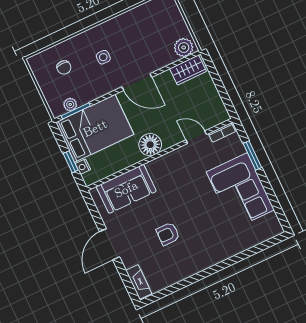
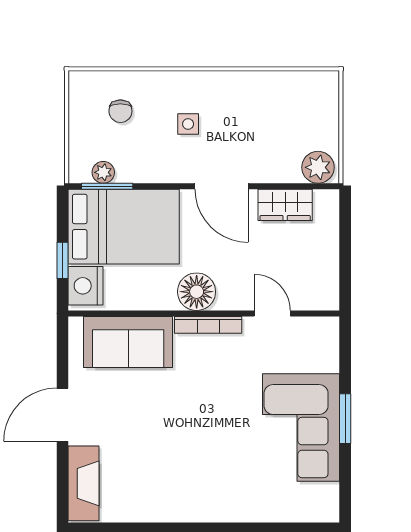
wardrobe: (188, 70) -> (285, 205), moved
bookcase: (222, 132) -> (208, 325), moved, width x1.56
window: (252, 155) -> (345, 419), moved
nightstand: (83, 167) -> (85, 286), width x1.89, depth x1.79
armchair: (168, 234) -> (159, 441), removed
fireplace: (139, 282) -> (83, 483), width x1.37, depth x1.32

